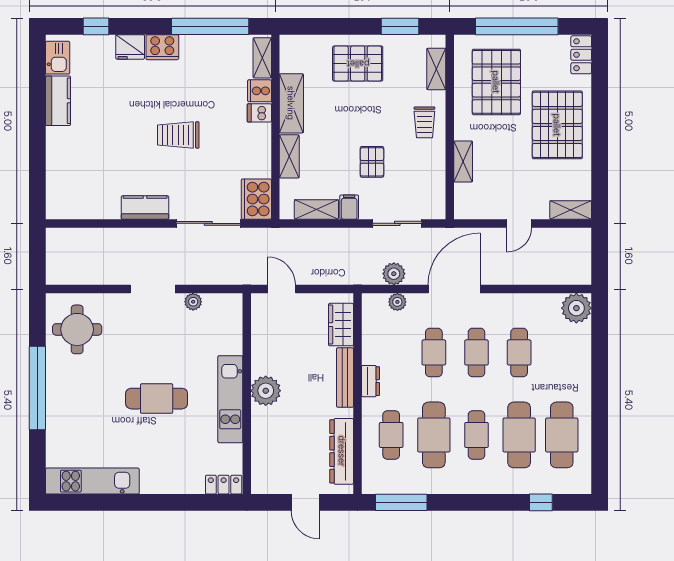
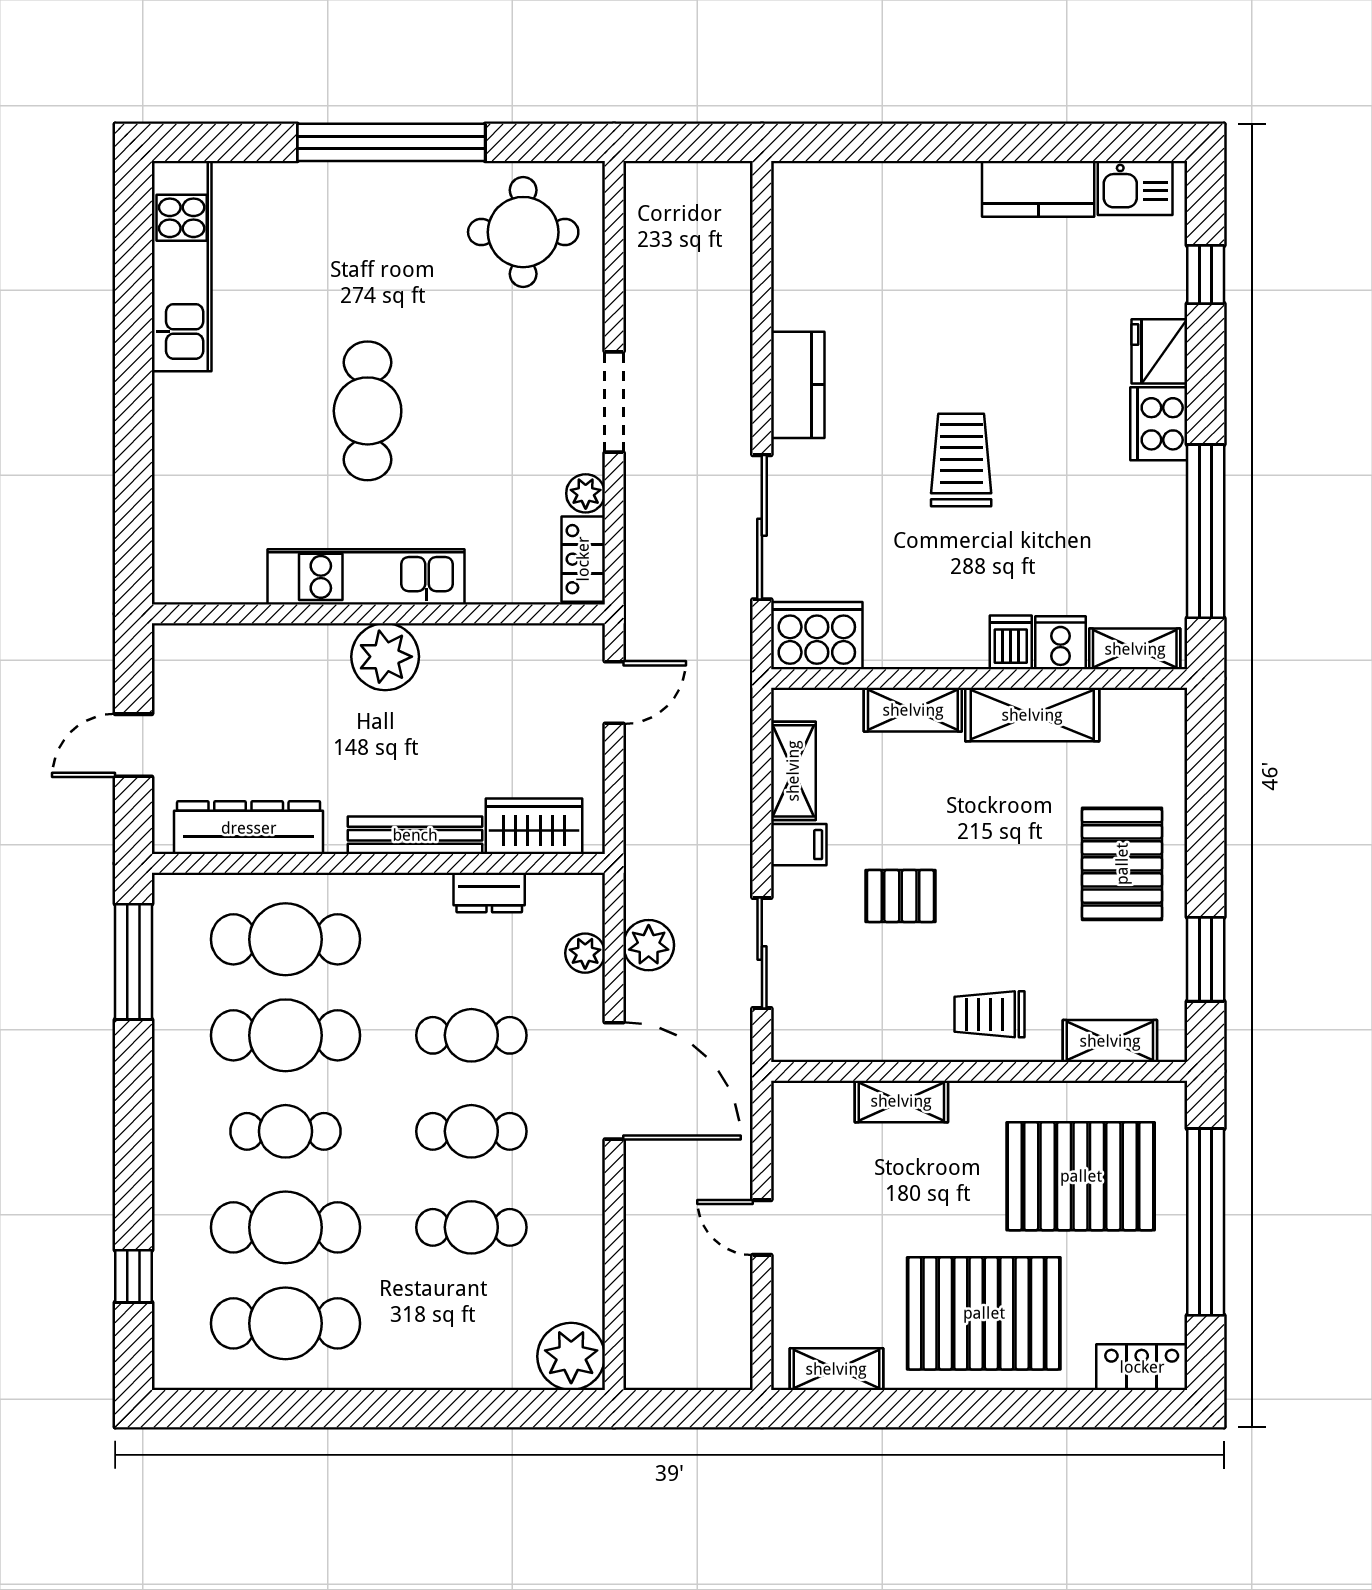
shelving: (571, 210) -> (836, 1369), moved, turned 90
dresser: (370, 381) -> (489, 893), moved
cafe table: (391, 435) -> (285, 939), width x1.37, depth x1.35
locker: (224, 485) -> (583, 559), moved, turned 180

